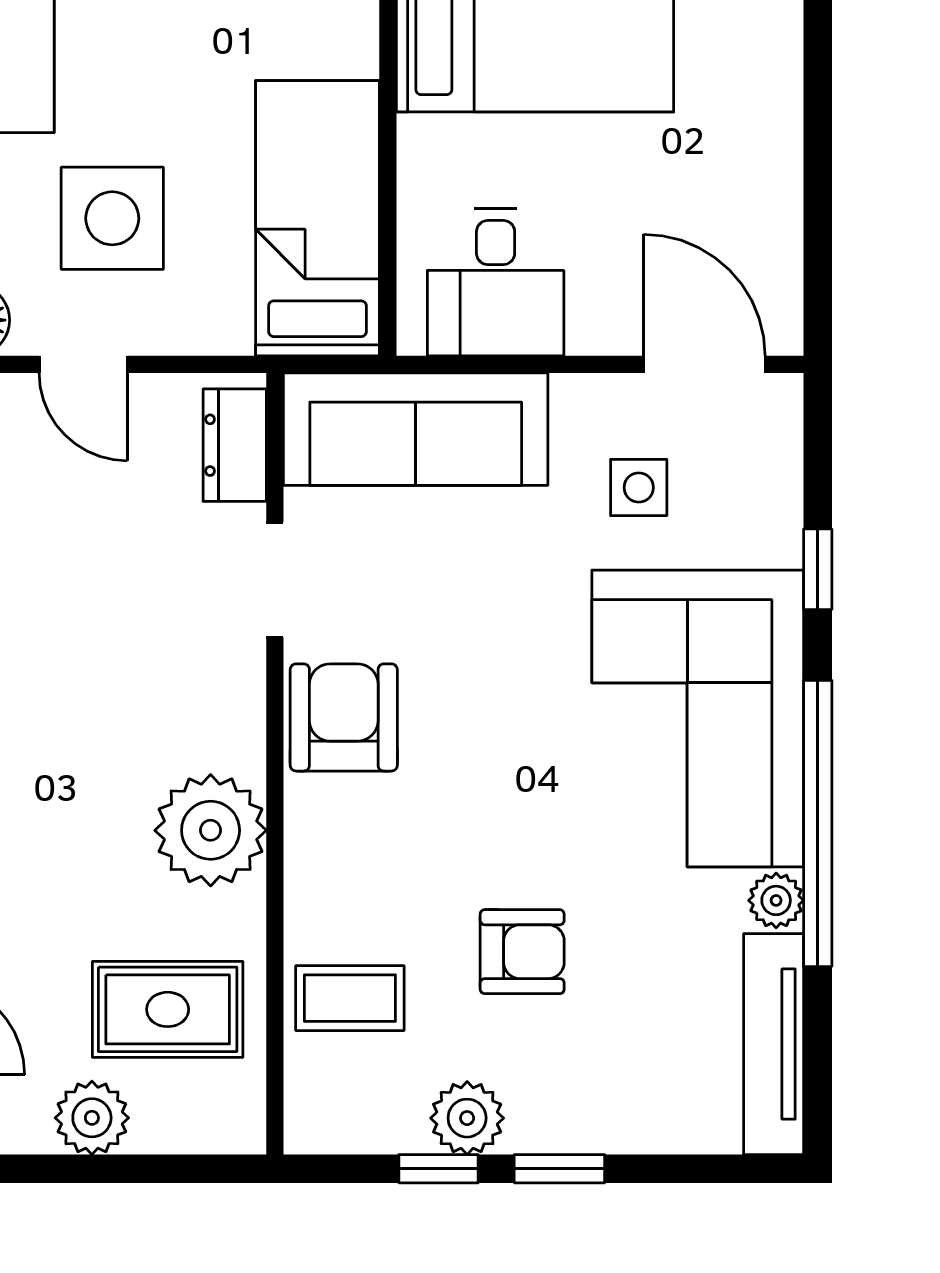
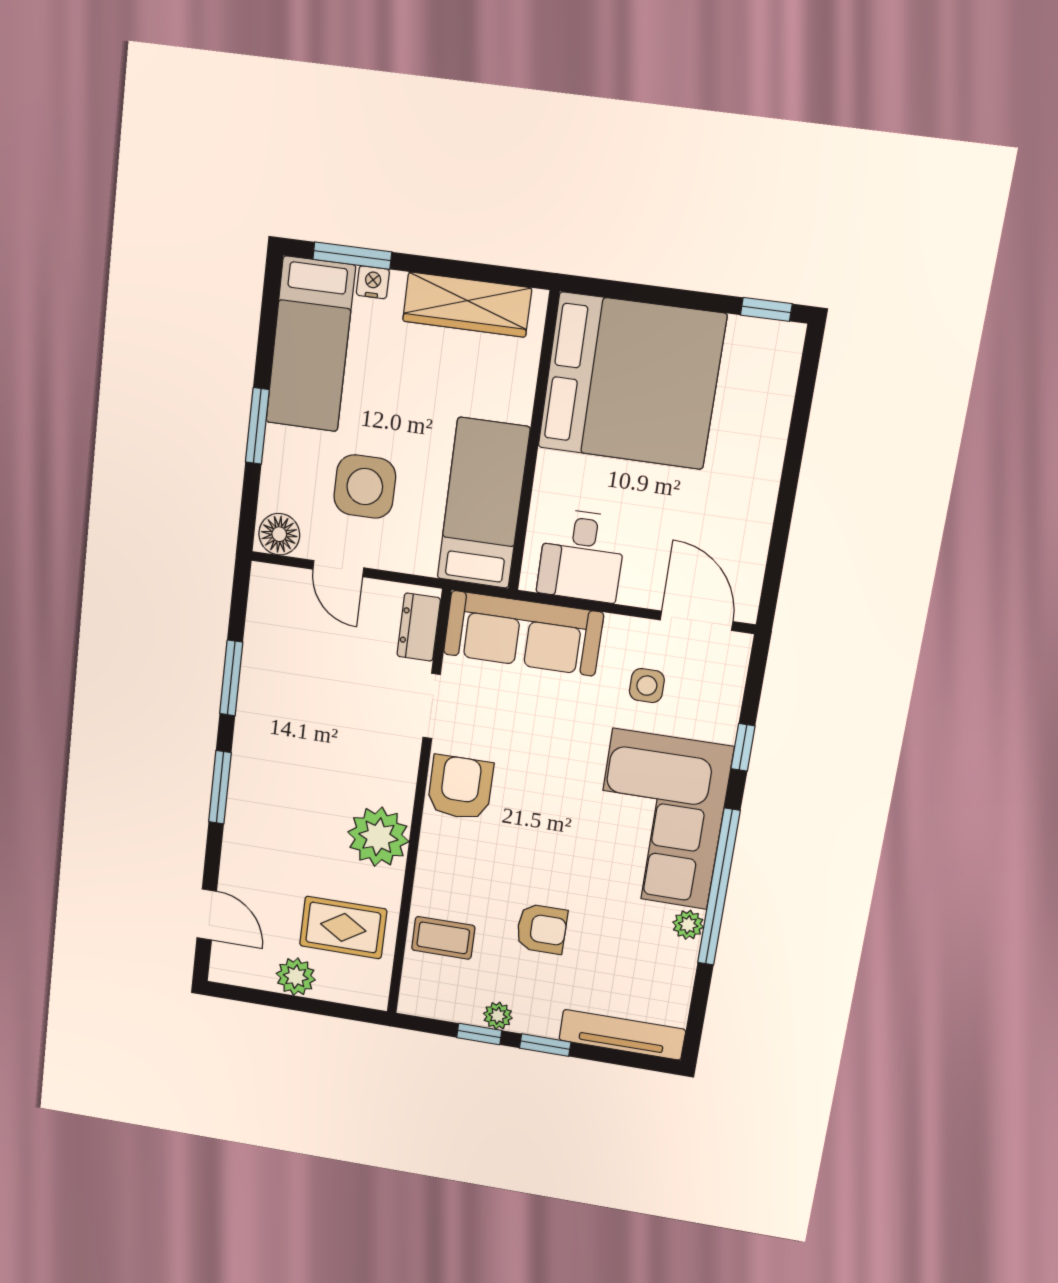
tv unit: (774, 1044) -> (622, 1035), moved, turned 90
plant: (467, 1118) -> (498, 1016), width x0.73, depth x0.73

